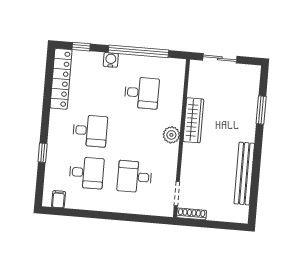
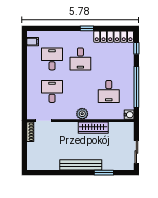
sliding door: (220, 58) -> (136, 152), moved
water cooler: (111, 60) -> (129, 115), moved
window: (43, 153) -> (87, 28), moved
desk: (86, 173) -> (52, 59), turned 180
bench: (244, 174) -> (81, 165), moved

